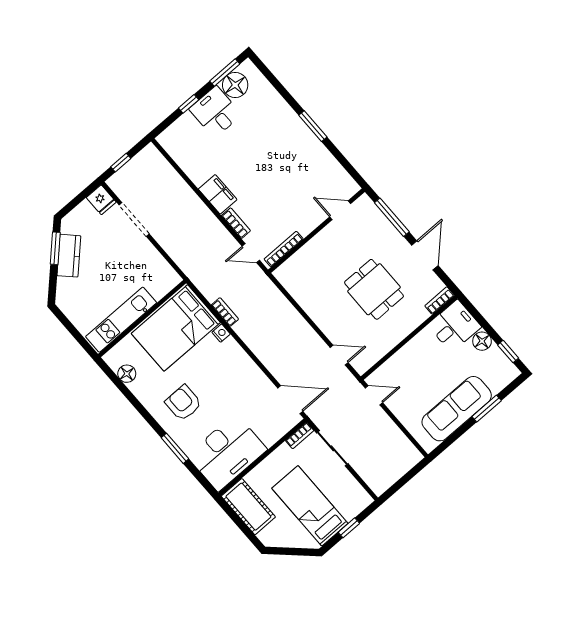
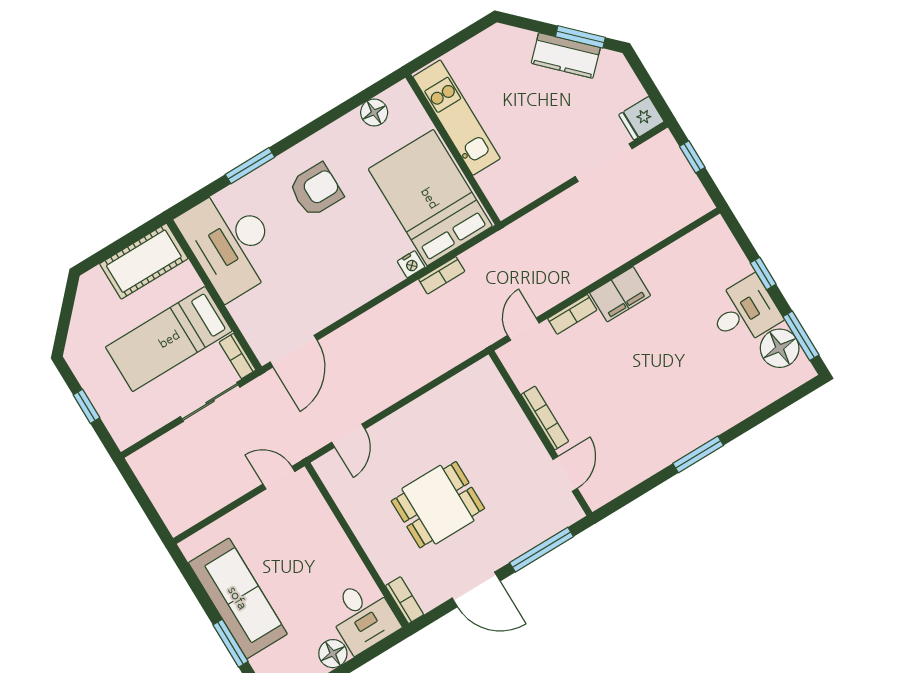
bookcase: (284, 249) -> (545, 418), moved
door: (374, 395) -> (279, 478), swing flipped
bed: (310, 506) -> (169, 339), moved, turned 180

